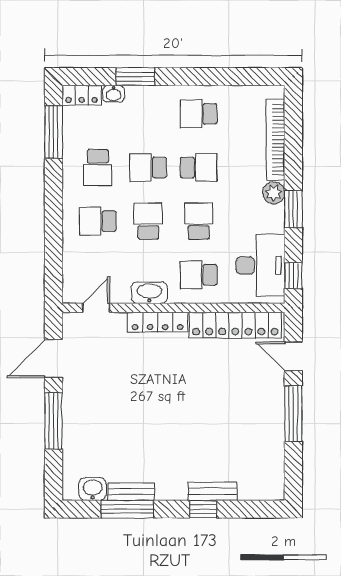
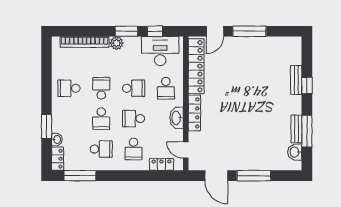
school desk: (199, 114) -> (69, 88), turned 90
school desk: (199, 221) -> (134, 88), turned 180
locker: (72, 268) -> (161, 164), added
window: (293, 276) -> (155, 31), moved

